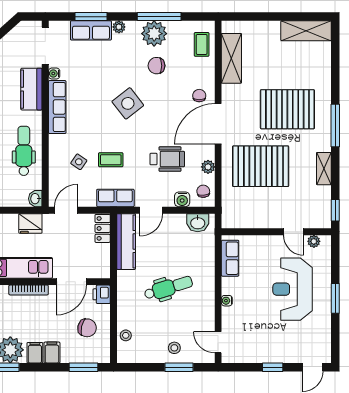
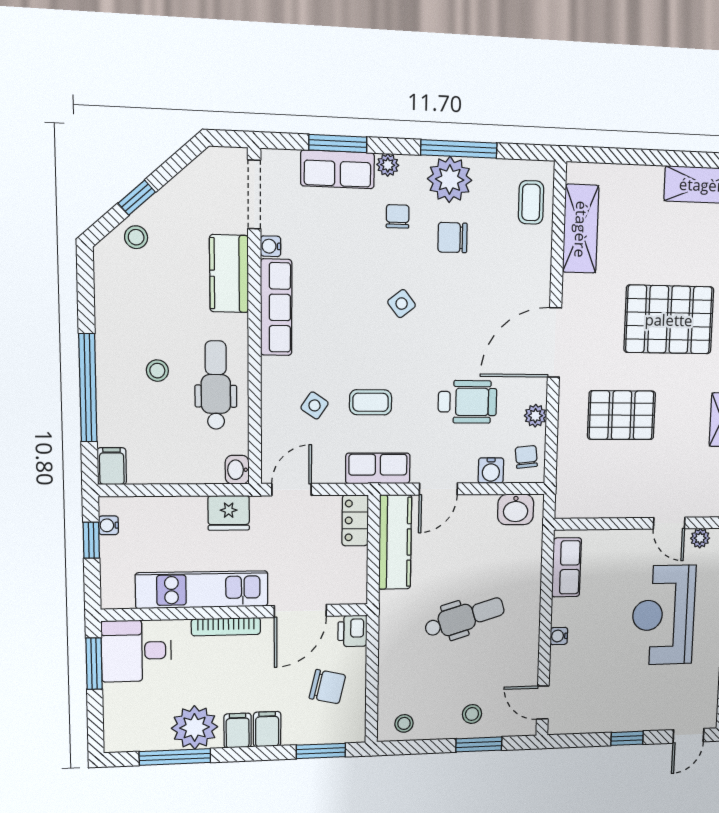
chair: (199, 96) -> (398, 216), moved
side table: (128, 103) -> (402, 304), width x0.54, depth x0.54
pallet: (261, 166) -> (621, 415), width x0.73, depth x0.71
stool: (126, 335) -> (404, 723), moved

